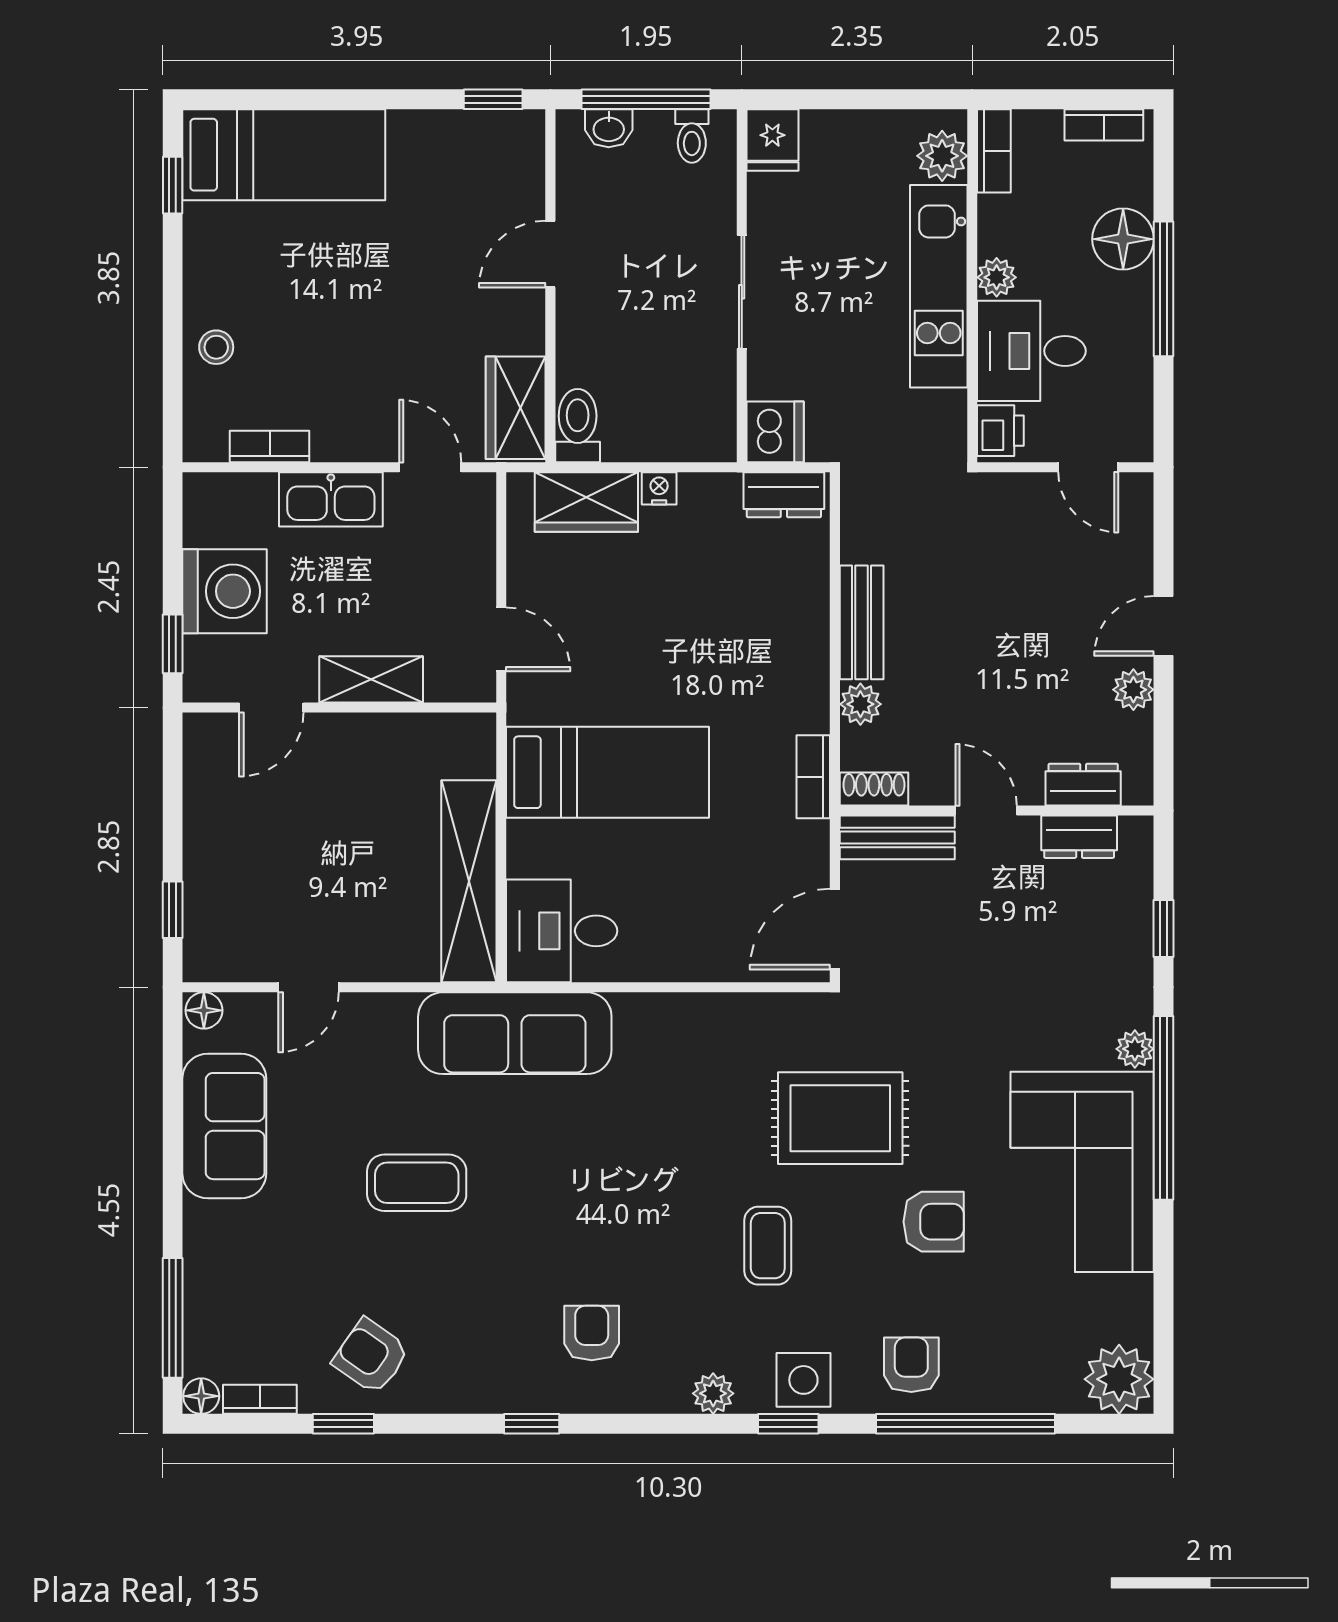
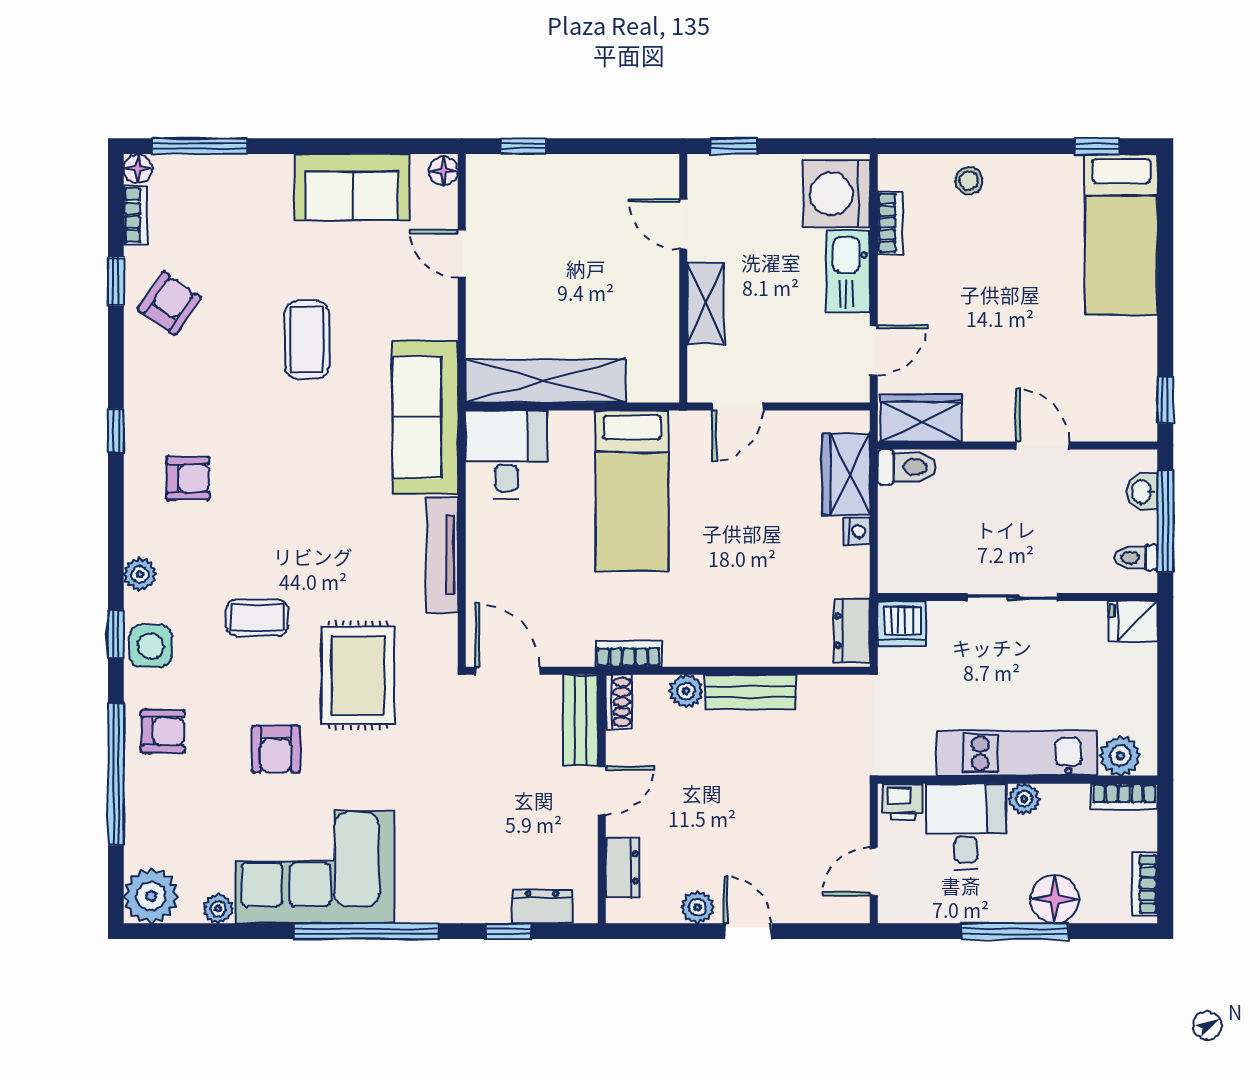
washing machine: (225, 591) -> (837, 194), moved, turned 90
dresser: (1079, 837) -> (542, 907), moved, turned 90
tv unit: (689, 1012) -> (442, 555), added
plant: (1135, 1049) -> (218, 909), moved

